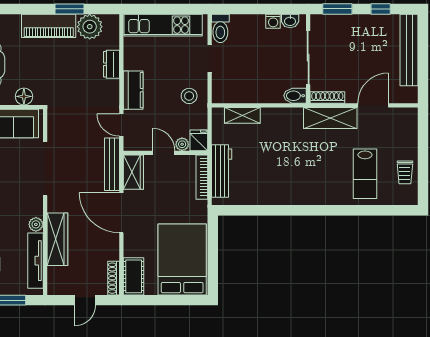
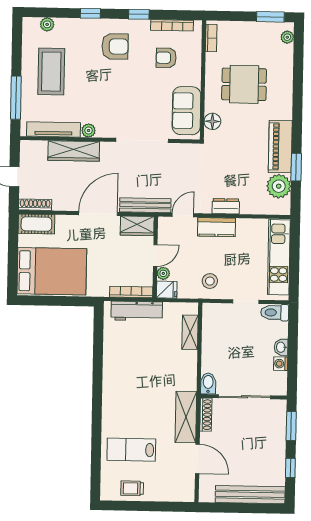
washbasin: (290, 21) -> (281, 347), moved
dresser: (111, 64) -> (226, 206), moved

